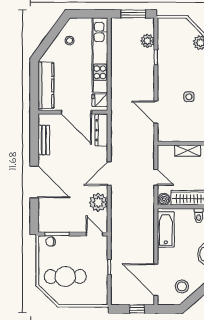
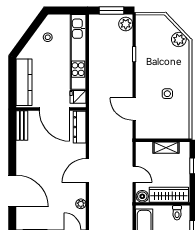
plant: (147, 41) -> (126, 24), moved
bench: (44, 140) -> (22, 126), moved
door: (34, 182) -> (12, 191), moved
plant: (98, 202) -> (81, 204), width x0.53, depth x0.53

